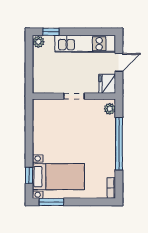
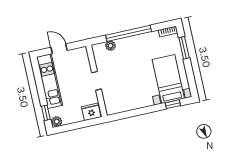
fridge: (107, 84) -> (91, 112), moved, turned 180
plant: (110, 109) -> (110, 46), moved
window: (51, 202) -> (184, 48), moved

